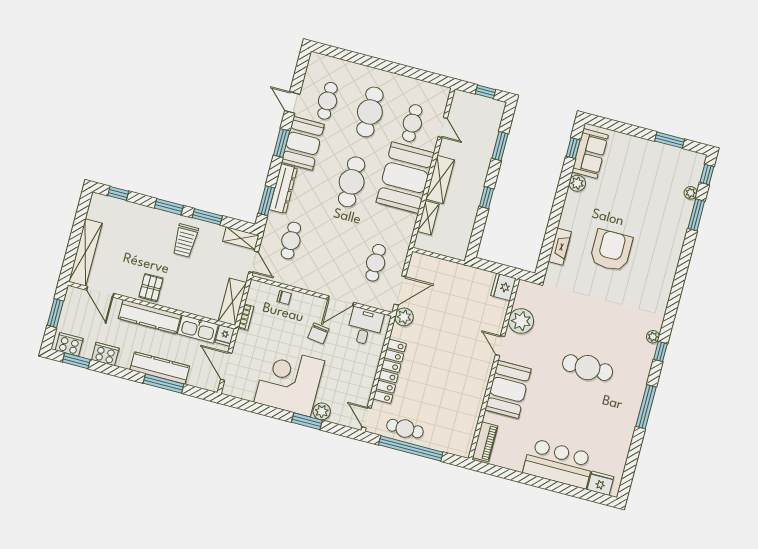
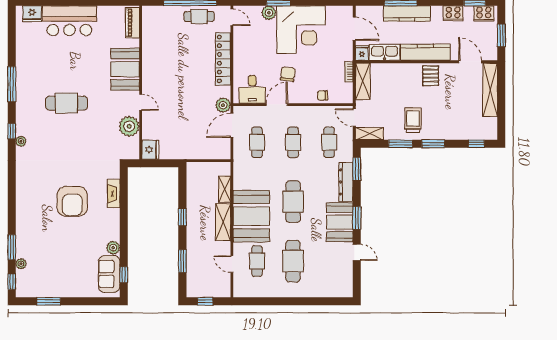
cafe table: (328, 101) -> (293, 142), moved

